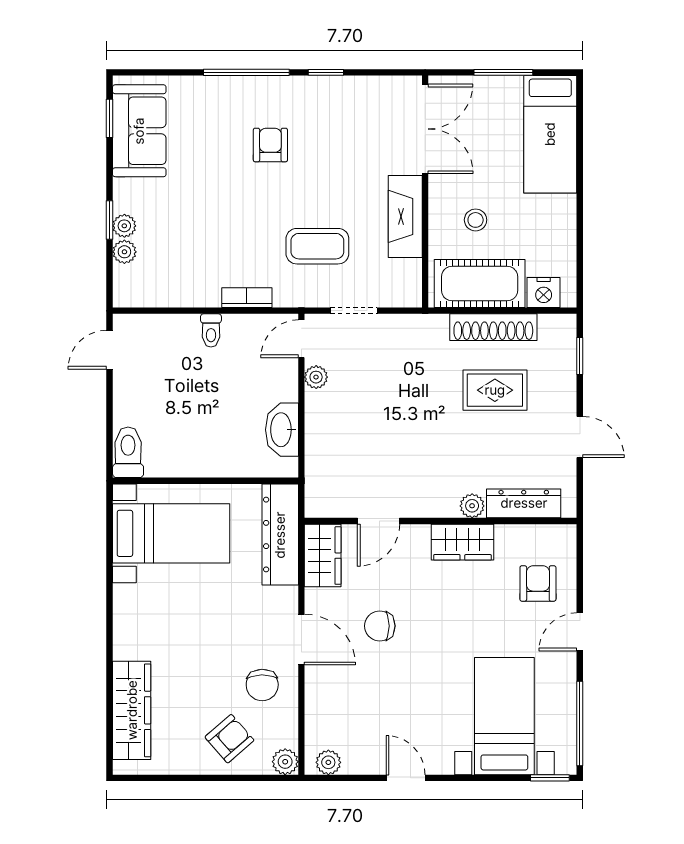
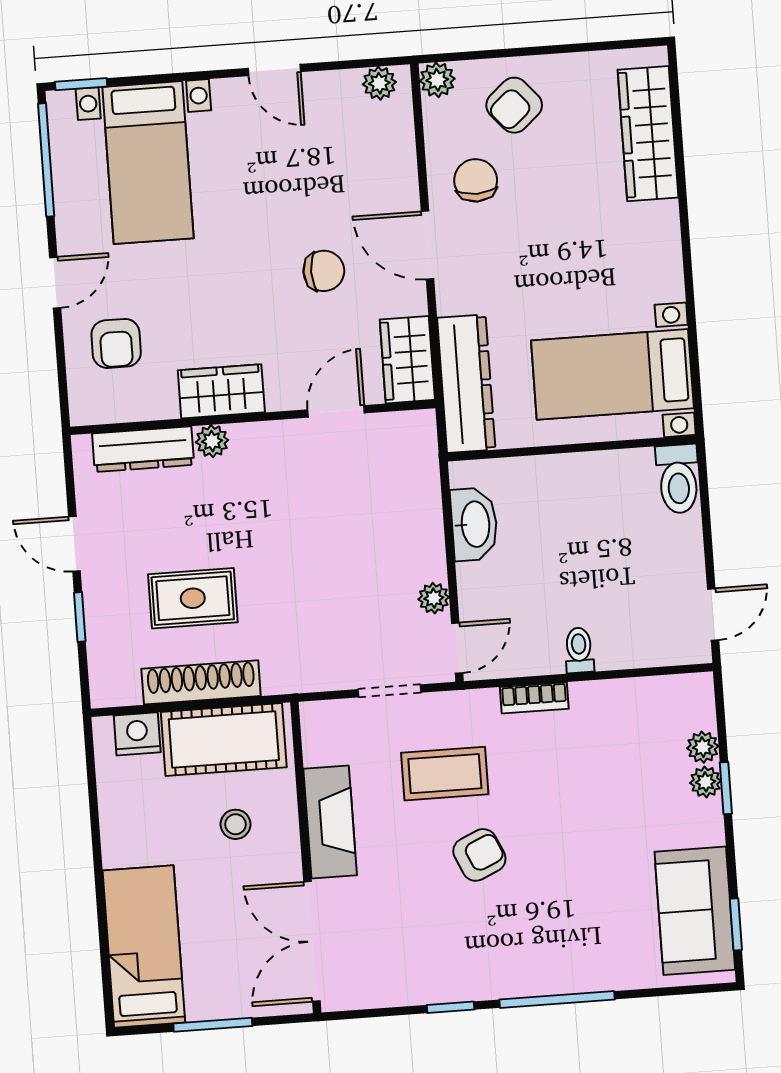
armchair: (270, 145) -> (479, 855), moved, turned -114
window: (580, 356) -> (80, 617), moved

